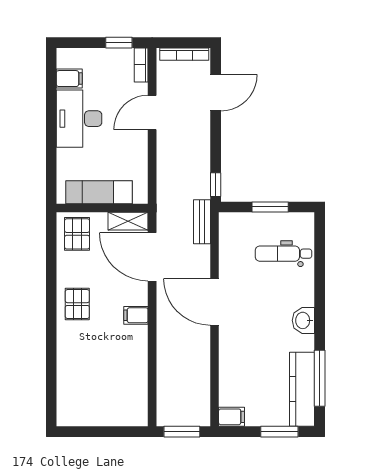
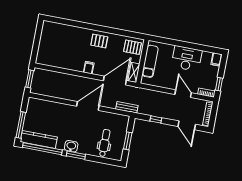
filing cabinet: (69, 79) -> (216, 59), moved
window: (216, 185) -> (156, 119), moved
window: (320, 307) -> (76, 155), added
window: (320, 378) -> (42, 149), width x1.46
filing cabinet: (232, 417) -> (32, 104), removed
window: (279, 432) -> (21, 125), width x1.44

